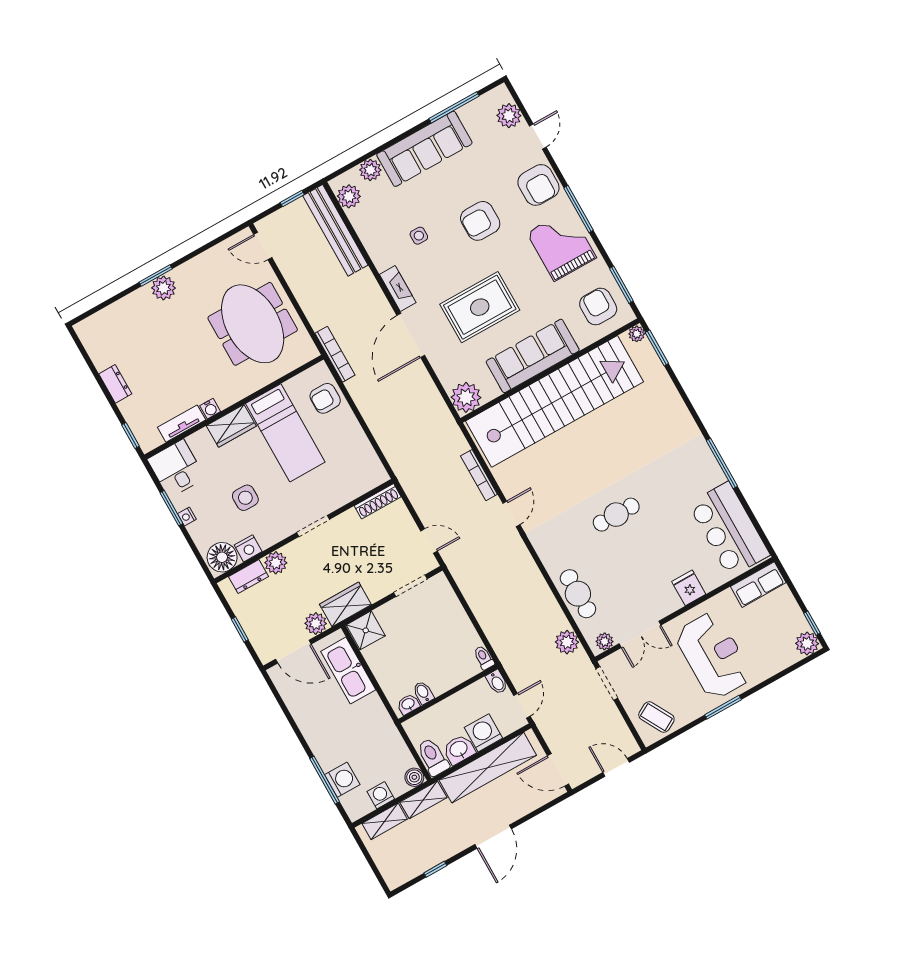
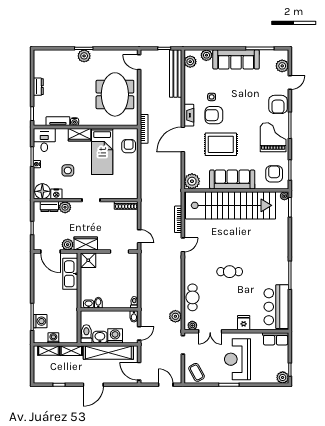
armchair: (480, 221) -> (214, 115), moved
armchair: (325, 398) -> (129, 146), turned 90
reception desk: (713, 655) -> (238, 359), turned 180
boiler: (414, 777) -> (73, 338), removed

